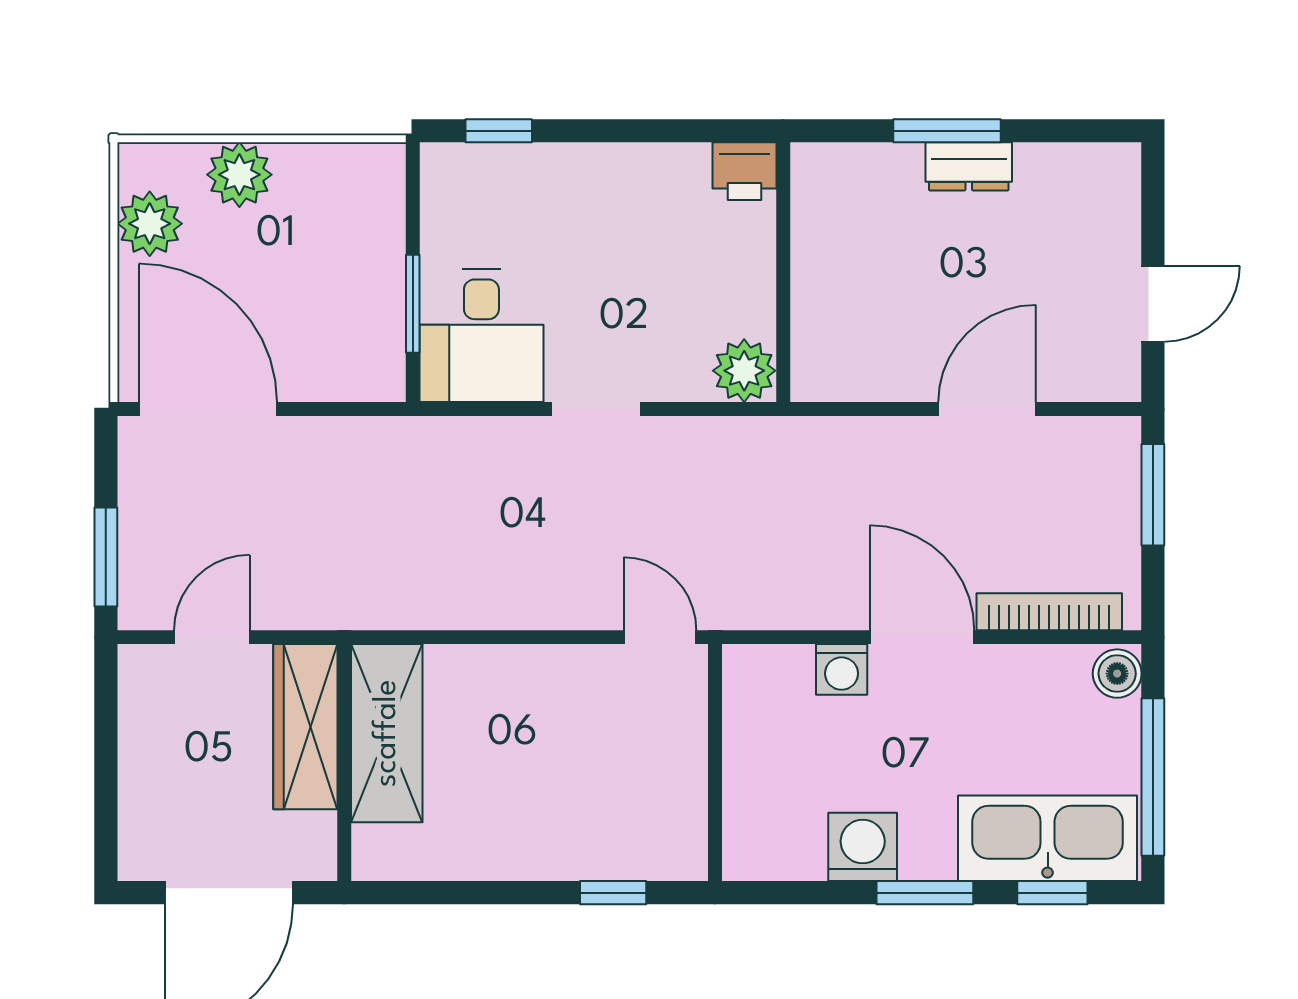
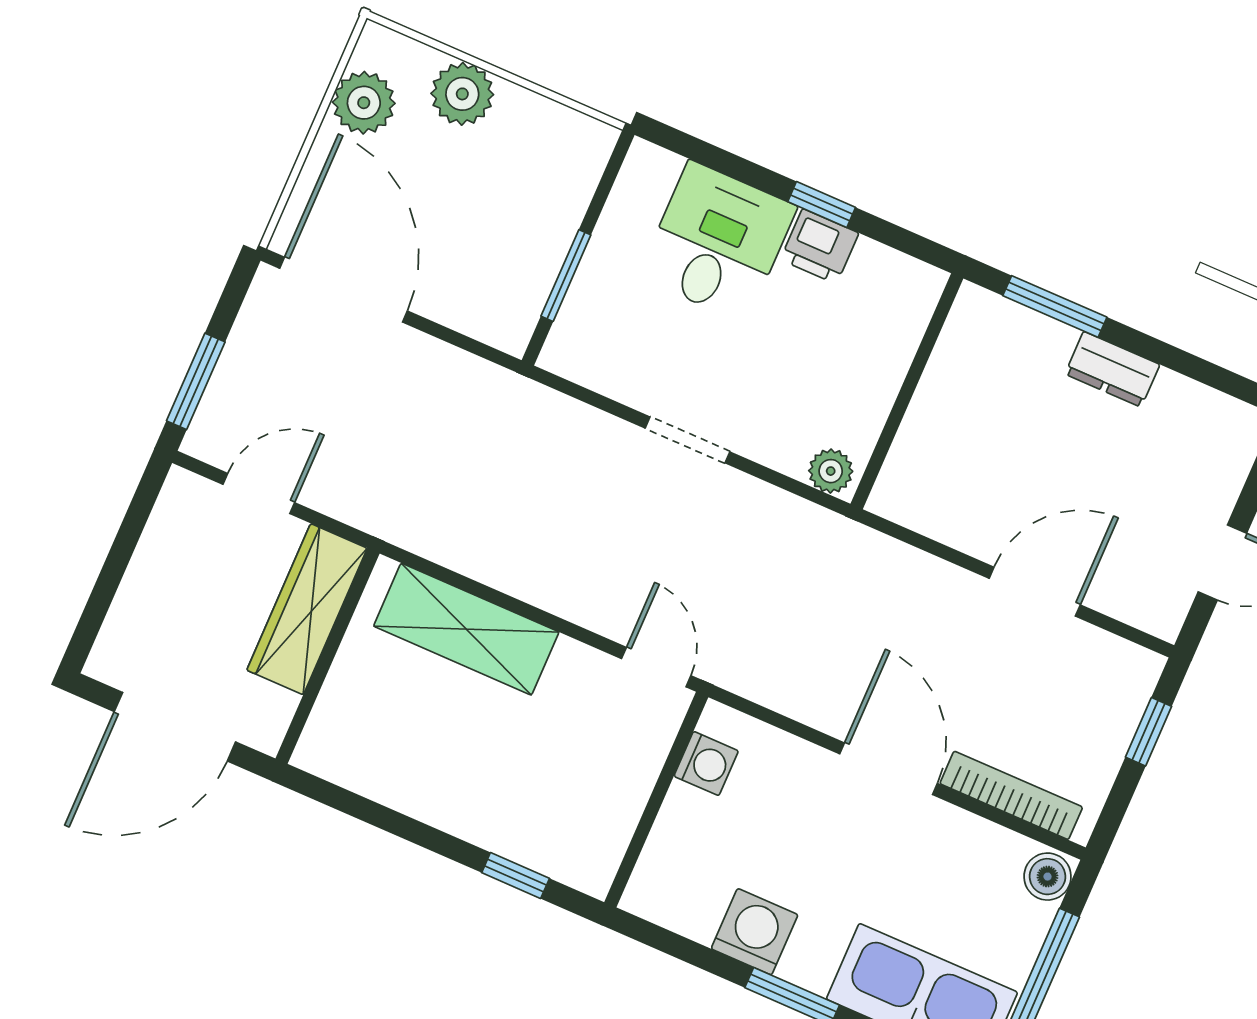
window: (499, 131) -> (822, 205), moved
window: (947, 131) -> (1055, 306), moved
printer: (745, 171) -> (820, 246), moved
desk: (481, 335) -> (718, 242), moved, turned 180
plant: (744, 371) -> (831, 471), width x0.73, depth x0.73
window: (1153, 495) -> (1148, 732), width x0.67
washing machine: (842, 669) -> (706, 764), moved, turned -90
shelving: (387, 733) -> (466, 629), moved, turned 90

